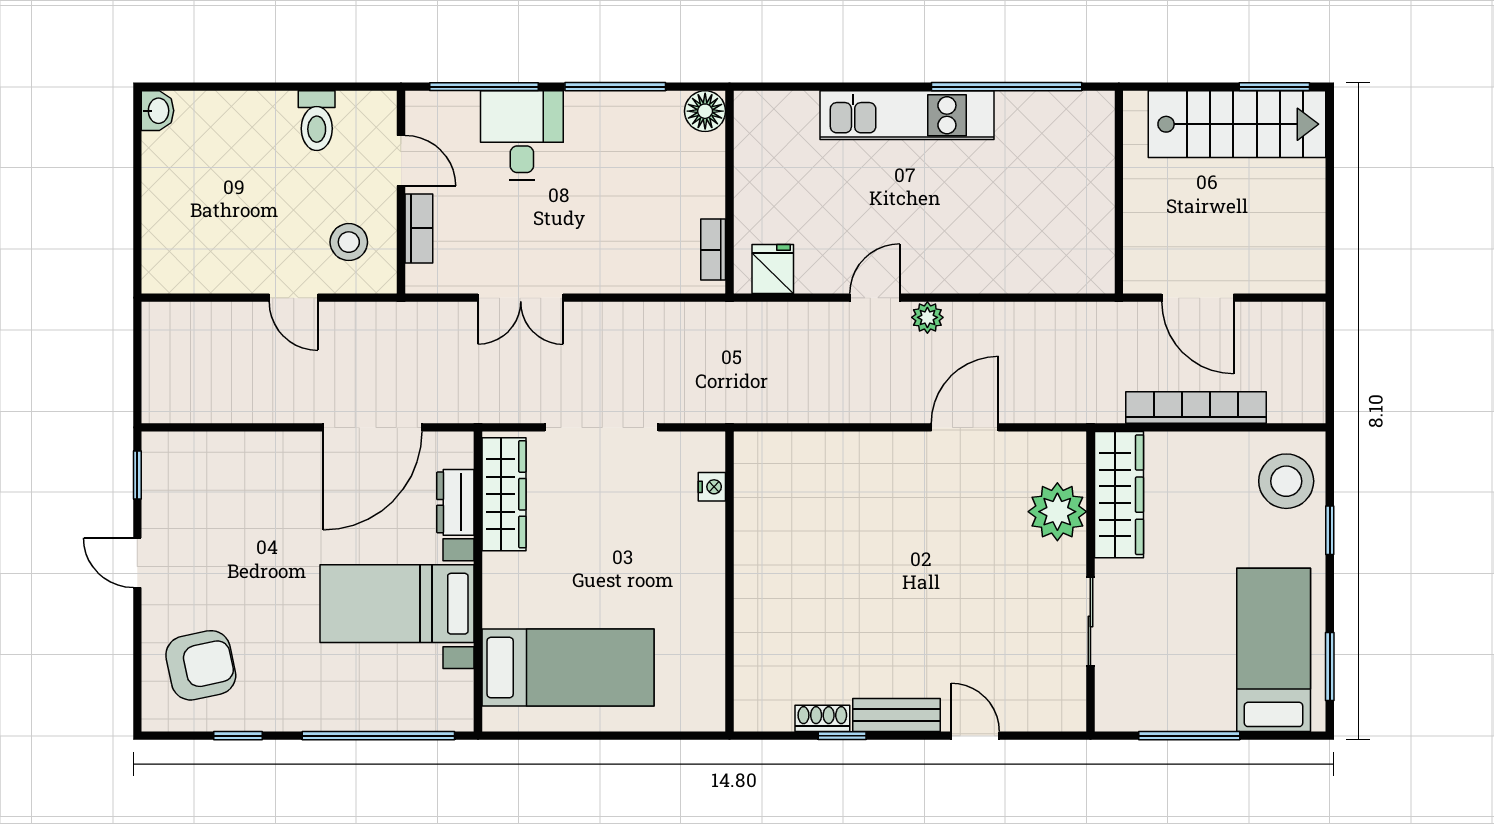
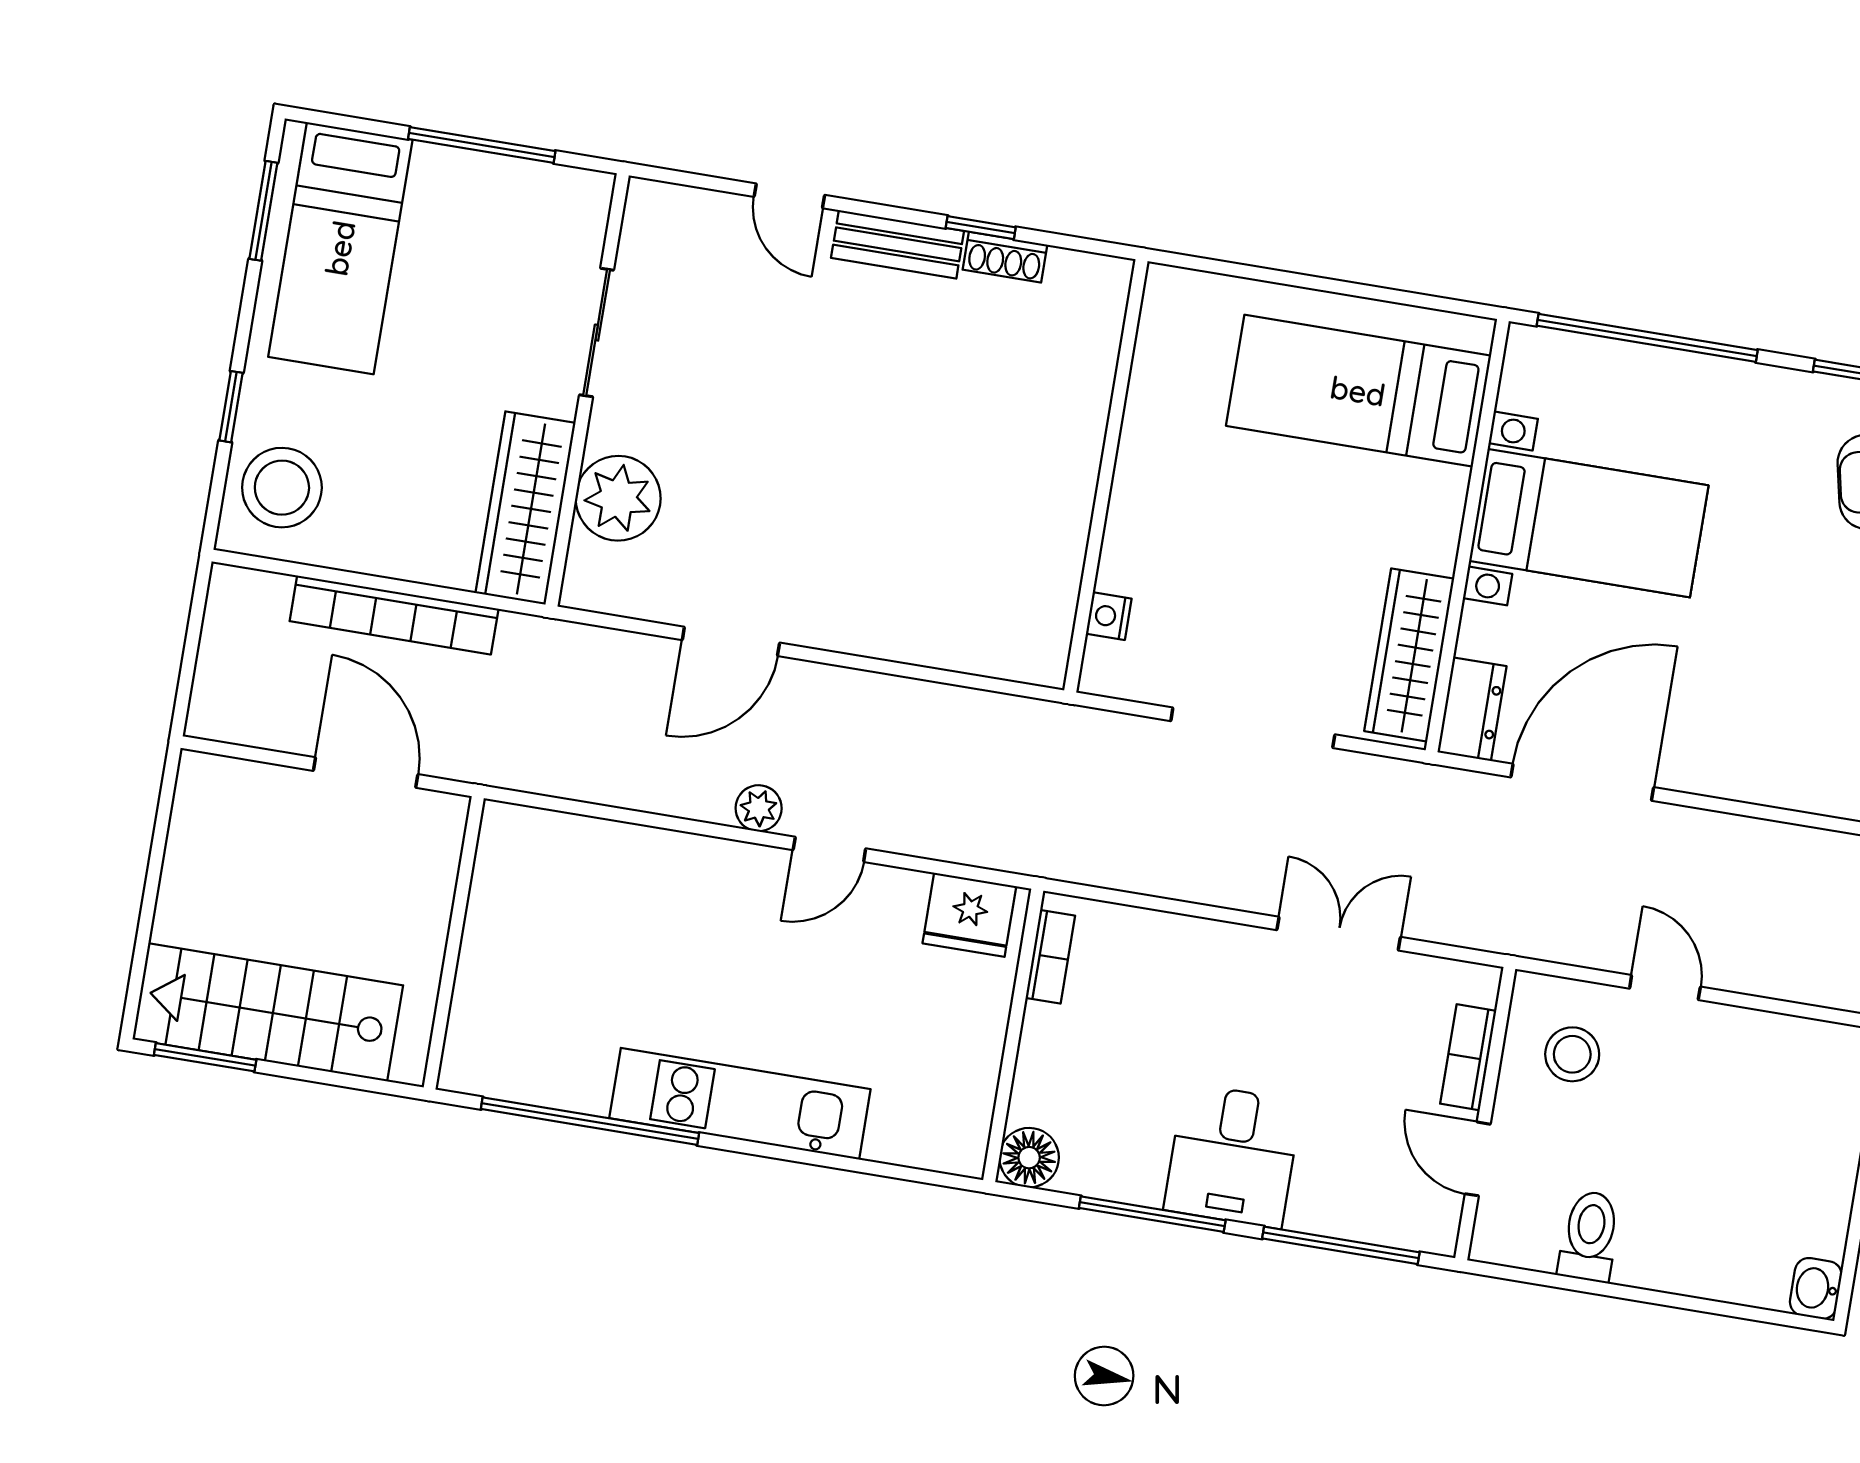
desk: (522, 135) -> (1233, 1156), moved
fridge: (773, 269) -> (969, 915), width x1.38
dresser: (455, 502) -> (1472, 709), moved

